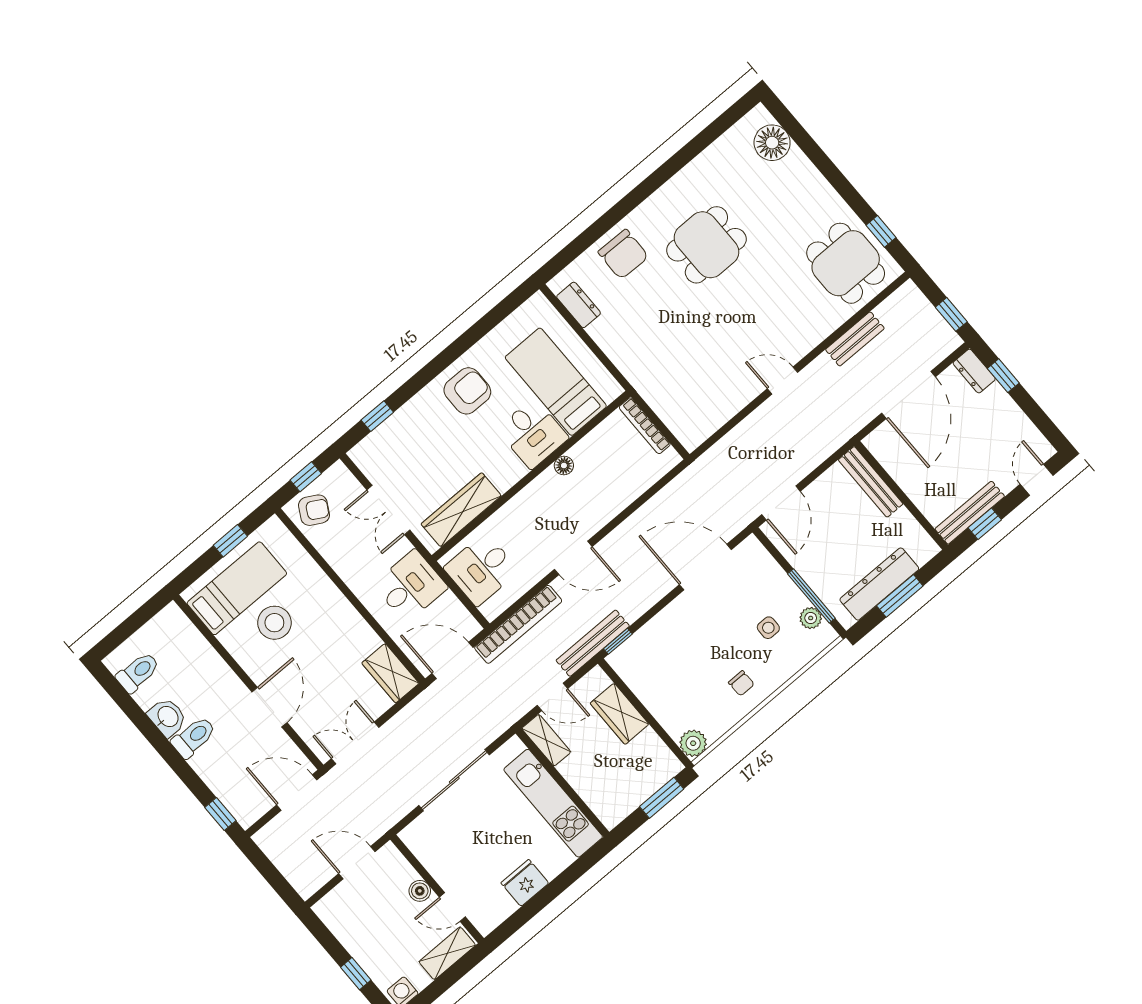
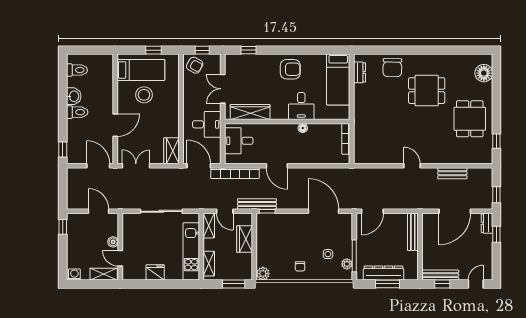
dining table: (846, 263) -> (470, 119), moved
bed: (556, 382) -> (338, 79), moved, turned 180
shelving: (596, 799) -> (209, 264), added
window: (356, 974) -> (63, 227), moved

